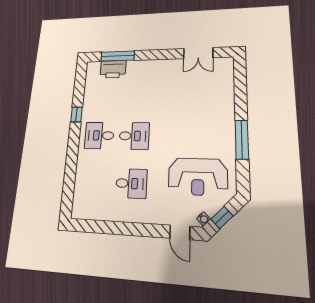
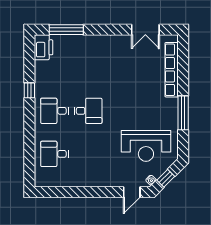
printer: (113, 69) -> (44, 47), moved, turned -90
row of seats: (227, 93) -> (172, 70), added
desk: (131, 183) -> (55, 154), moved, turned 180
door: (180, 232) -> (132, 192), hinge flipped

